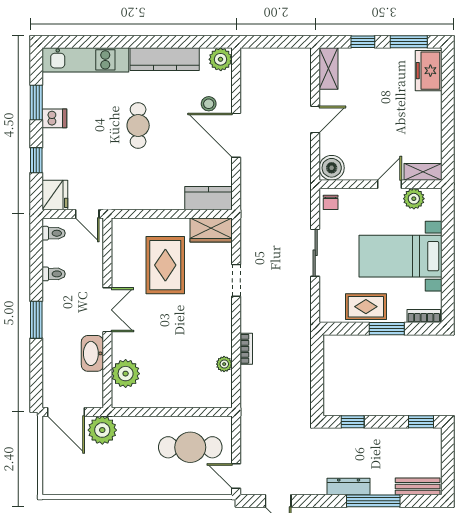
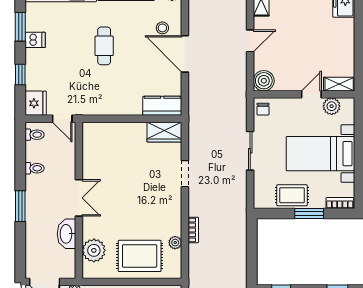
rug: (165, 265) -> (140, 256), moved, turned 90

